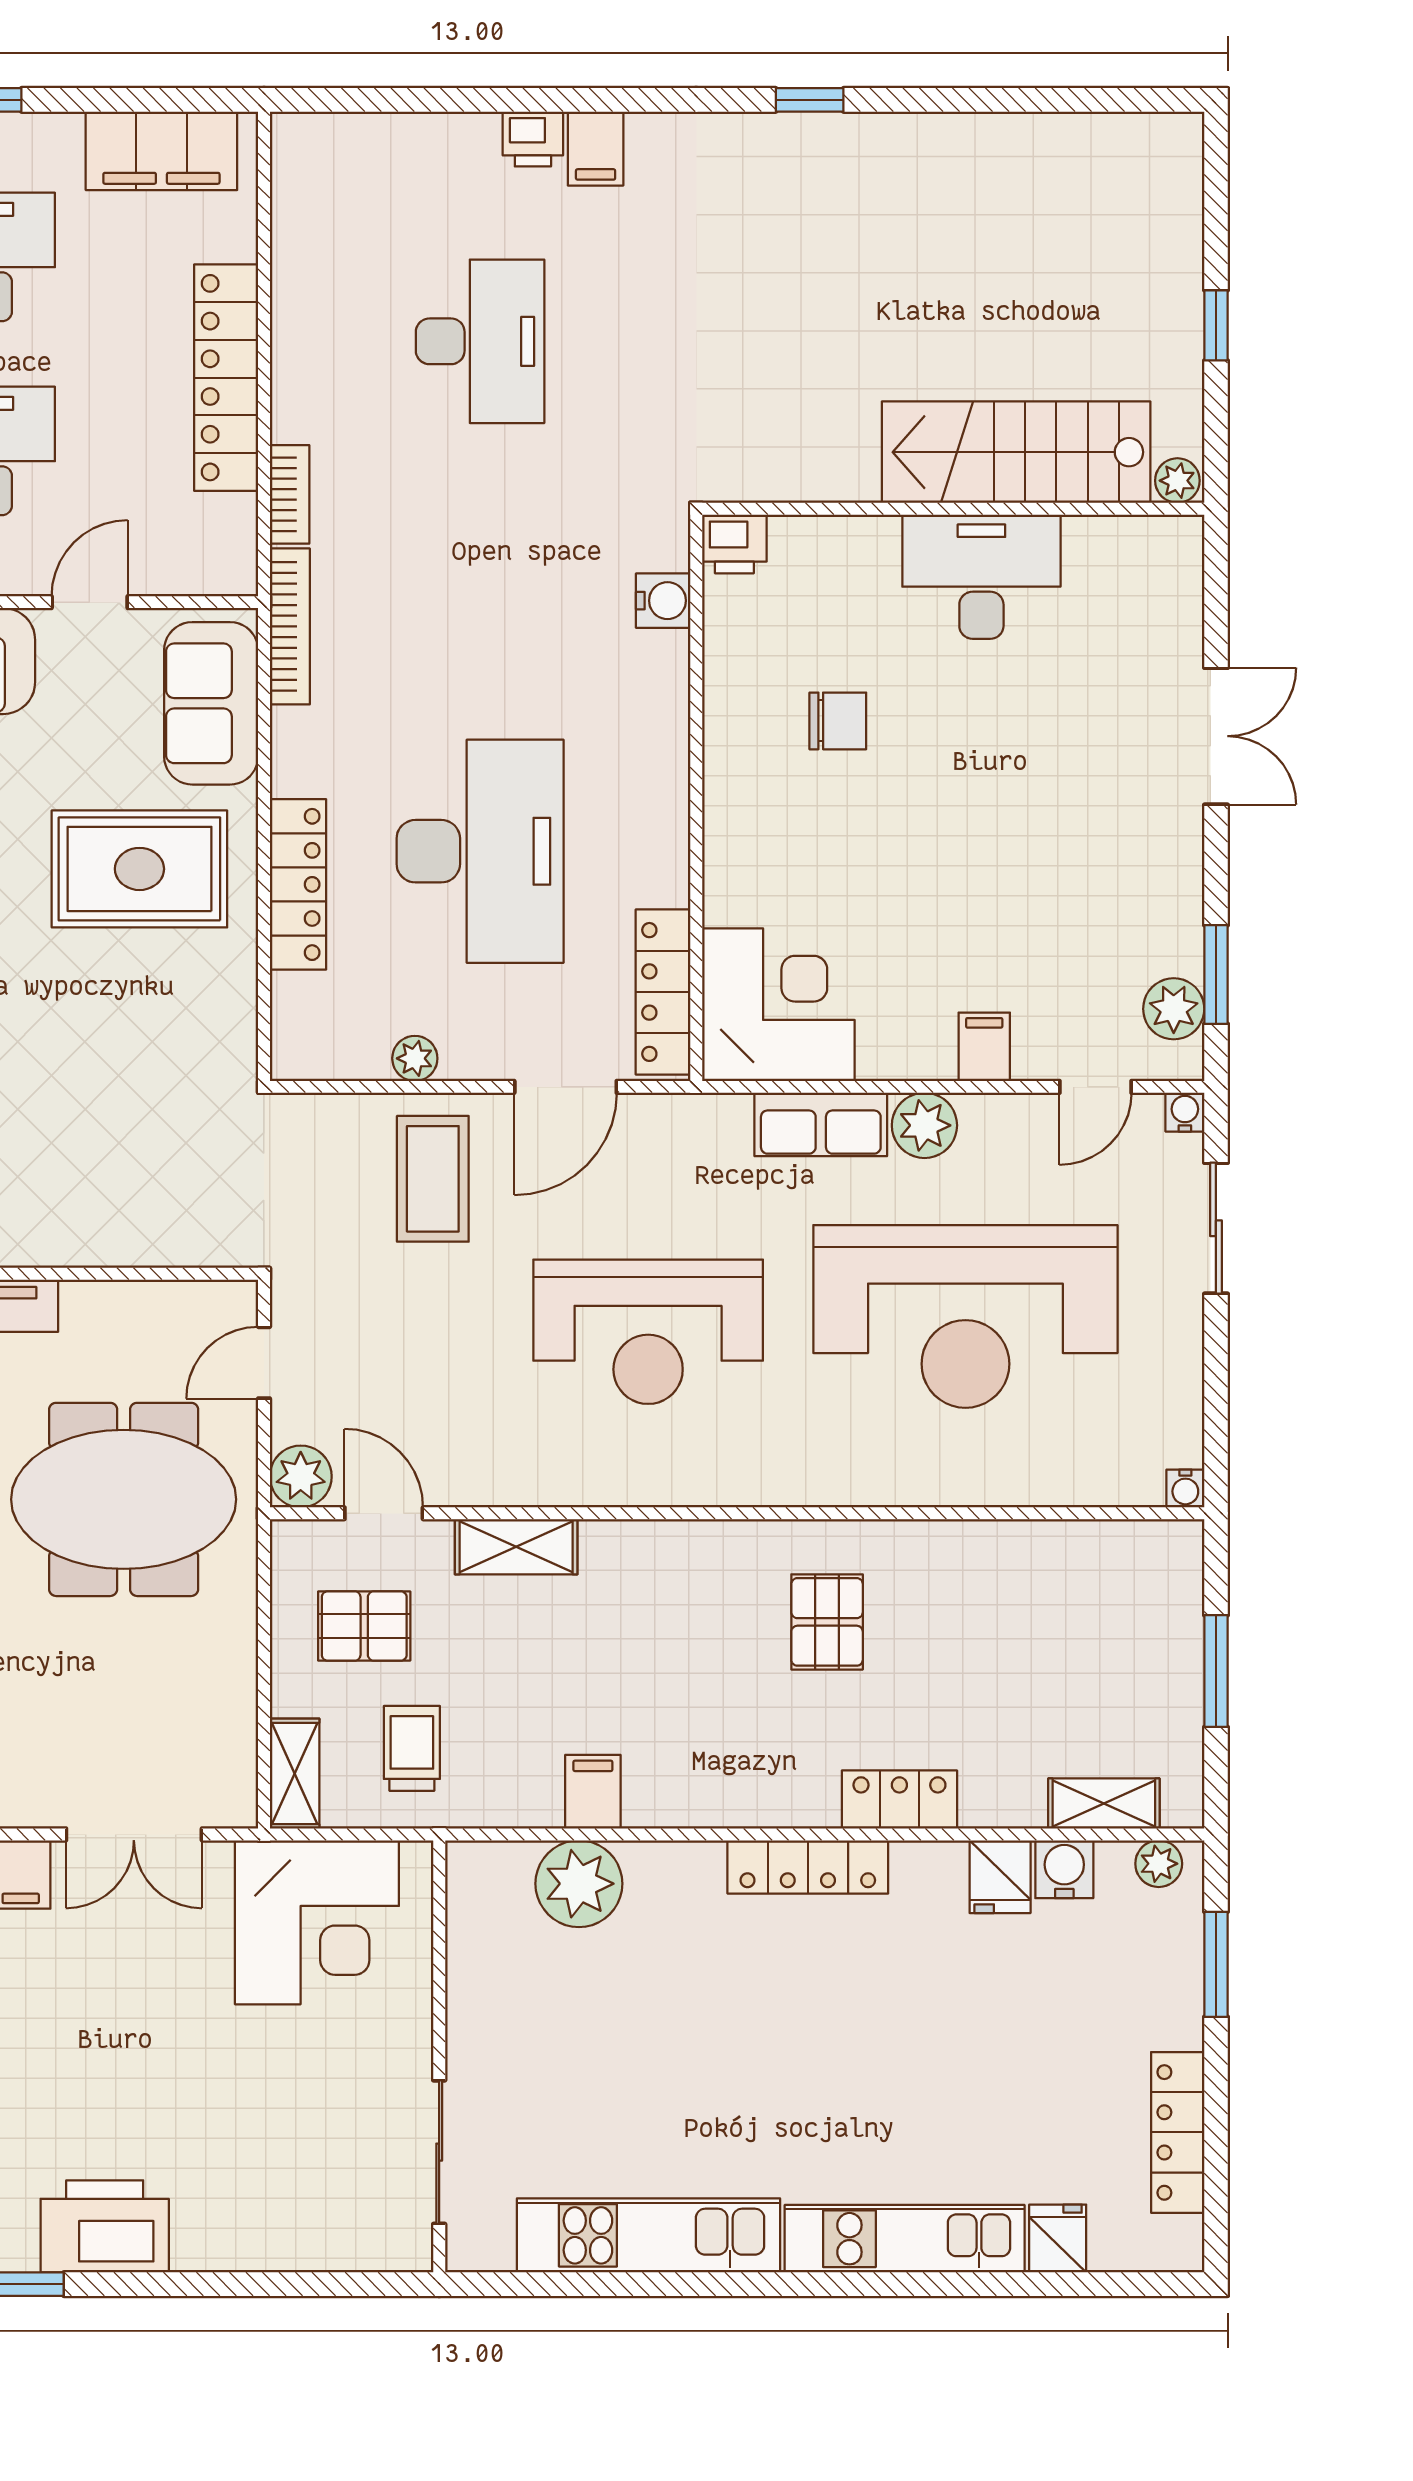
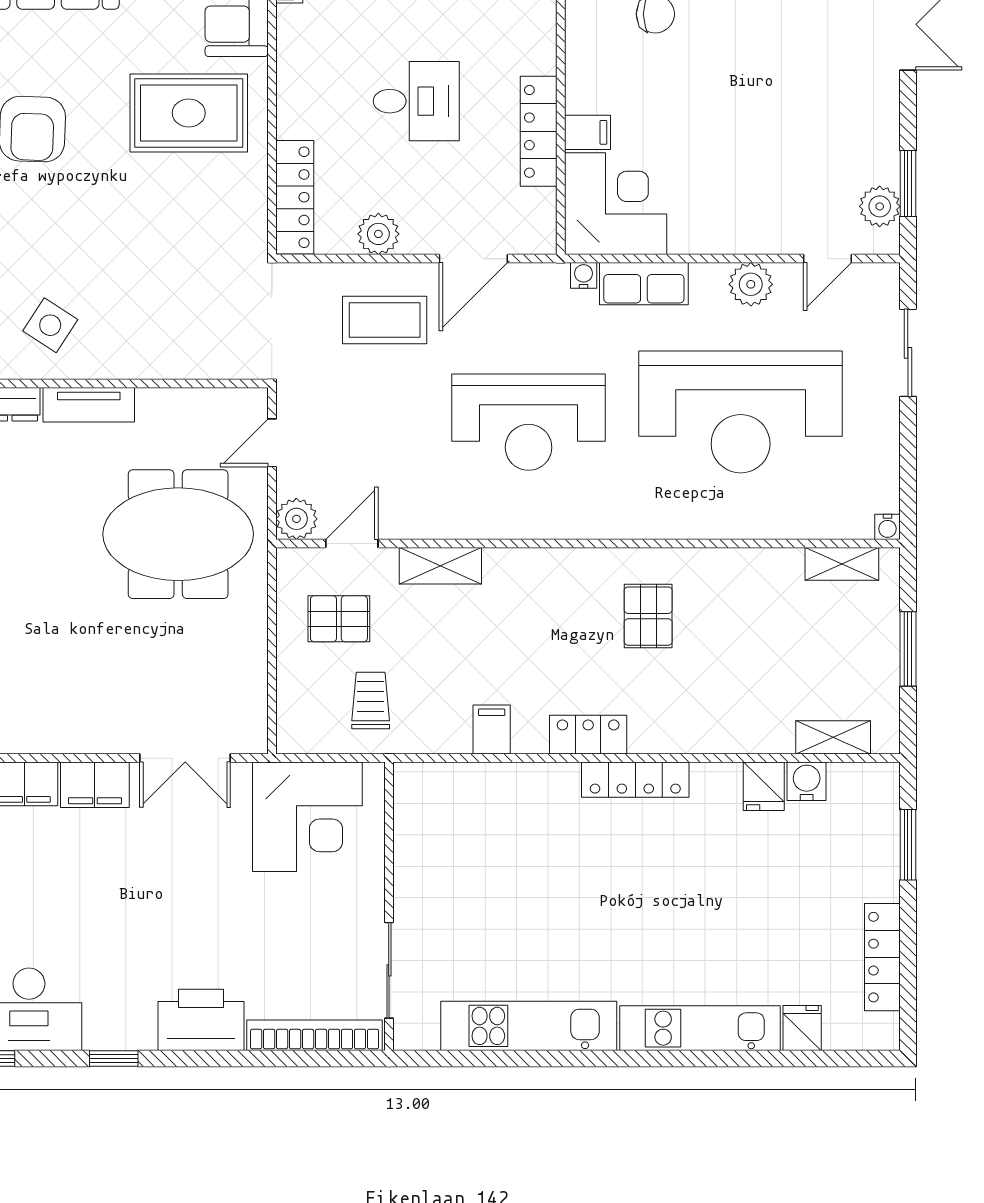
desk: (480, 851) -> (416, 101), width x0.53, depth x0.77
locker: (298, 884) -> (295, 197), moved
locker: (663, 992) -> (539, 131), moved
filing cabinet: (984, 1047) -> (587, 132), moved, turned 90
plant: (415, 1058) -> (378, 234), width x1.38, depth x1.38
water cooler: (1185, 1112) -> (584, 275), moved
plant: (924, 1125) -> (751, 284), moved
coffee table: (433, 1179) -> (385, 320), turned 90
door: (384, 1513) -> (352, 543), hinge flipped
shelving: (295, 1774) -> (842, 564), moved, turned 90
locker: (899, 1799) -> (588, 735), moved
plant: (1159, 1864) -> (870, 778), removed
plant: (579, 1884) -> (482, 791), removed
printer: (105, 2226) -> (201, 1020), moved
bookcase: (328, 2249) -> (315, 1035), added

